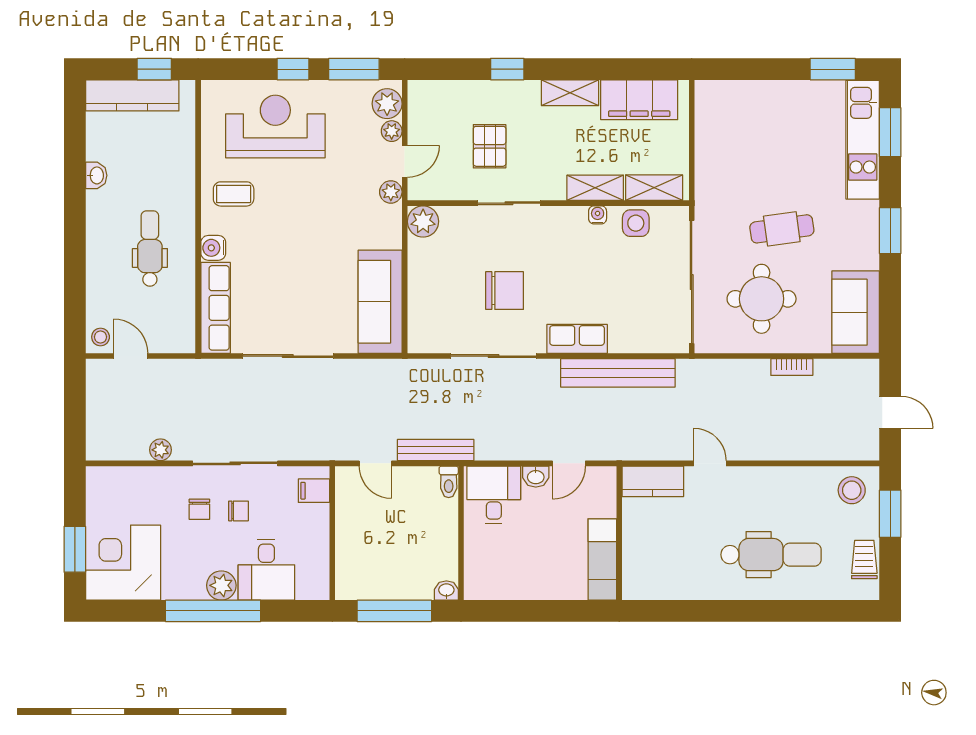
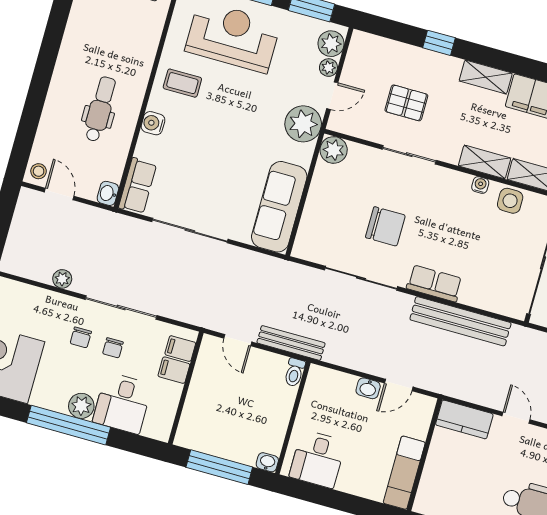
pallet: (490, 146) -> (406, 103), turned 90
washbasin: (96, 175) -> (108, 193), moved, turned 180
plant: (391, 192) -> (303, 124), width x1.87, depth x1.87
row of seats: (216, 308) -> (138, 186), width x0.68
desk: (494, 495) -> (318, 459), moved, turned 180
chair: (238, 511) -> (113, 348), turned 90
filing cabinet: (313, 517) -> (174, 370), added

